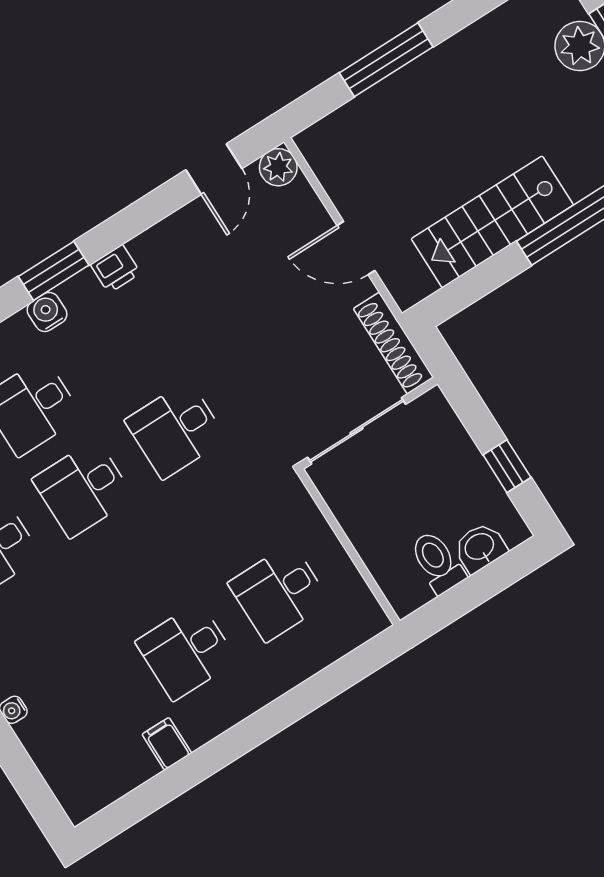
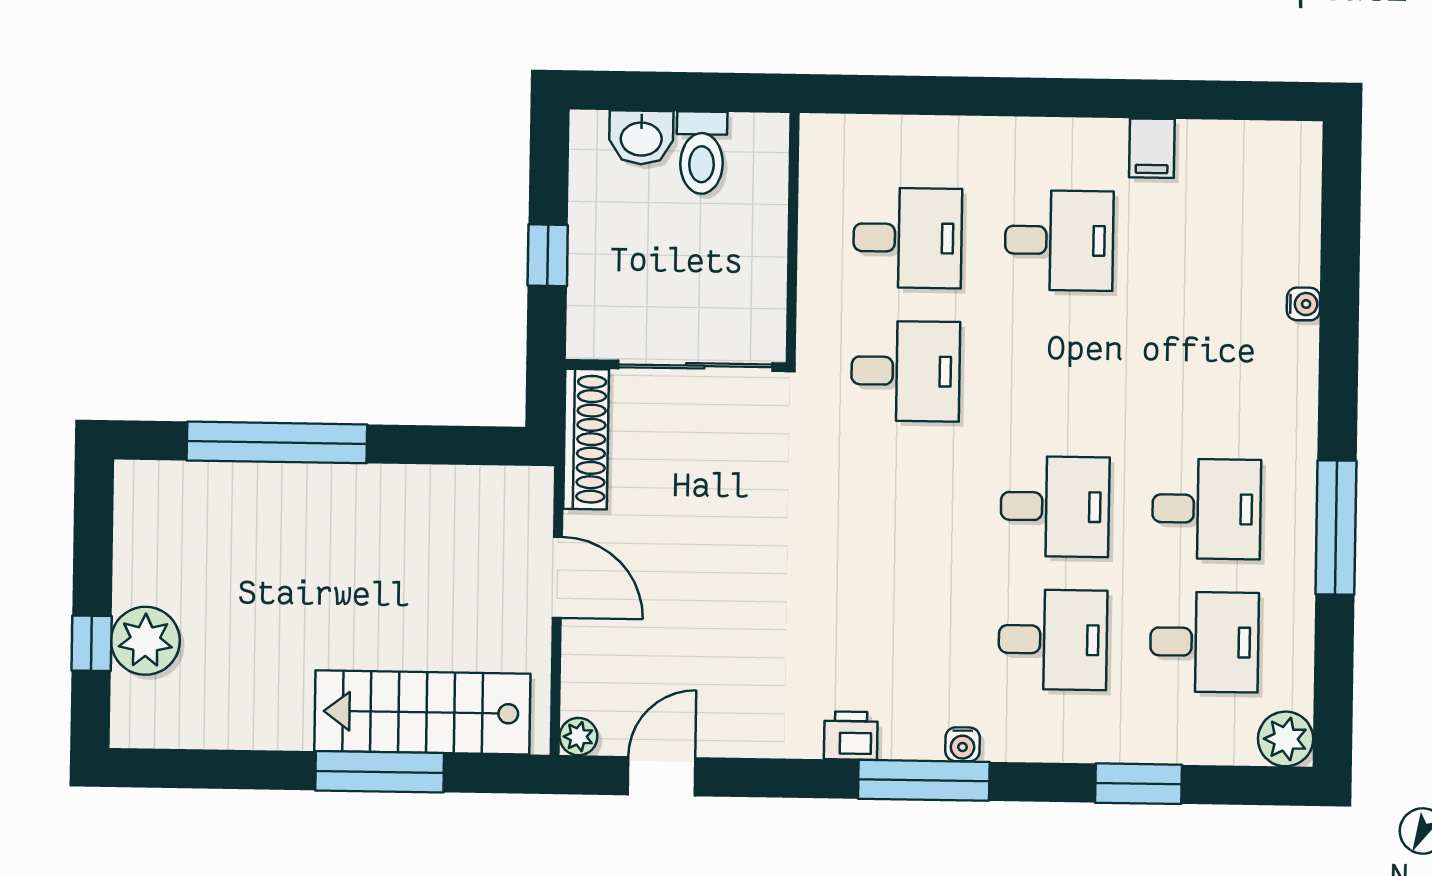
plant: (278, 167) -> (578, 737), width x0.73, depth x0.73
stairs: (492, 222) -> (422, 712), moved, turned 180
window: (54, 271) -> (924, 780), width x1.44
water cooler: (47, 312) -> (963, 744), width x0.72, depth x0.72
desk: (176, 430) -> (906, 371), moved
window: (507, 466) -> (548, 255), moved

